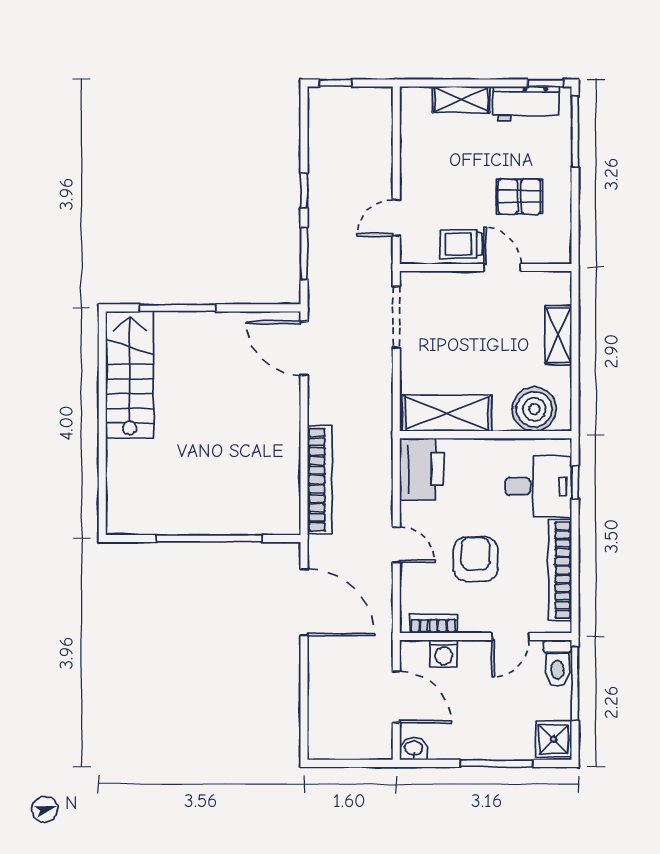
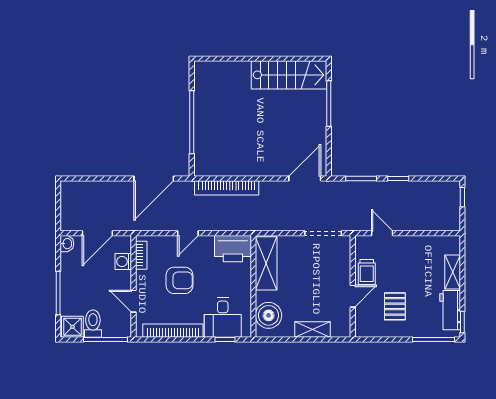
trolley: (461, 244) -> (367, 272), turned 180
toilet: (557, 663) -> (93, 324), moved, turned 90

